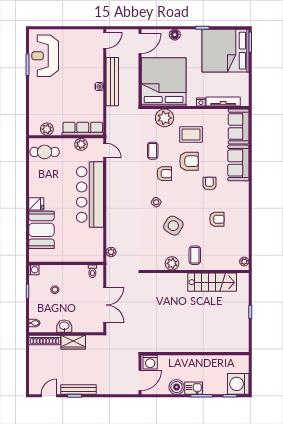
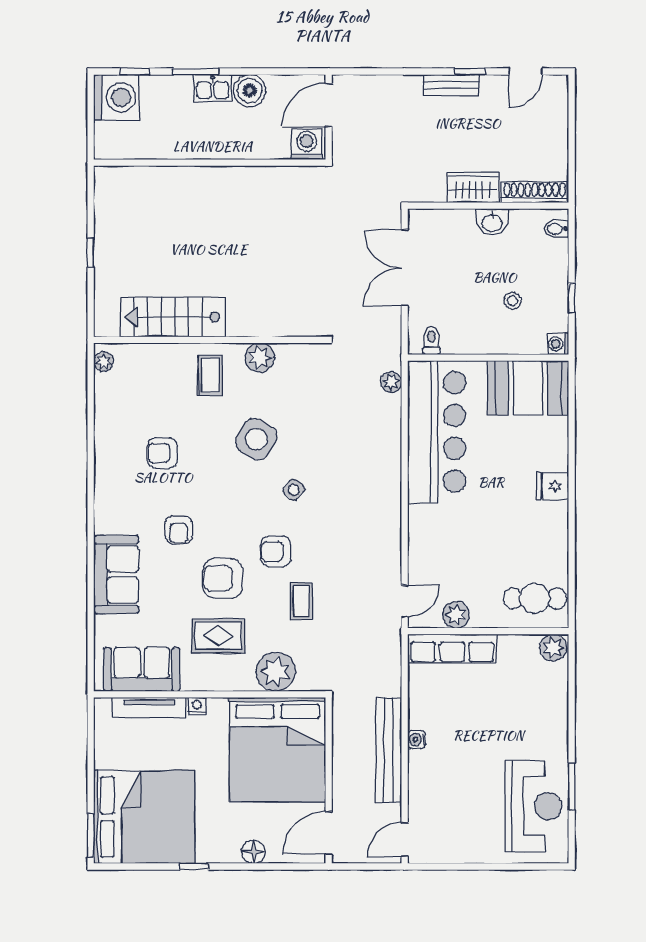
sofa: (239, 126) -> (142, 669), moved, turned -90
plant: (47, 129) -> (553, 648), moved
door: (105, 151) -> (405, 601), swing flipped
bar counter: (90, 195) -> (437, 432), moved
booth: (41, 230) -> (528, 388), moved, turned 90
bench: (78, 389) -> (451, 85), width x0.73

